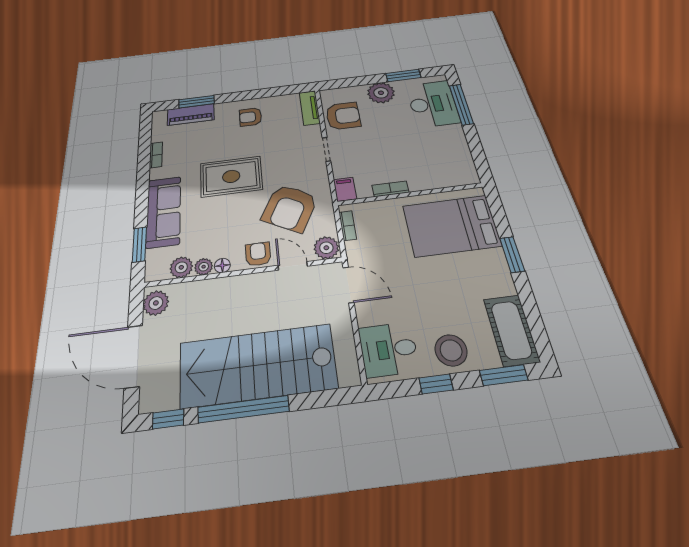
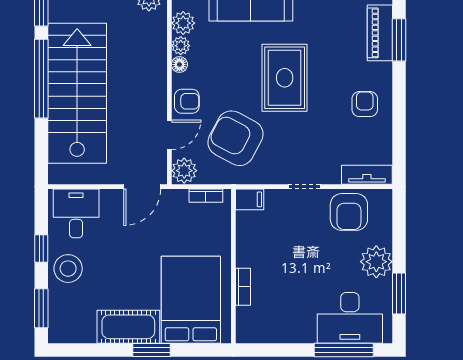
bookcase: (390, 189) -> (243, 287), moved
cot: (511, 330) -> (128, 327), moved

